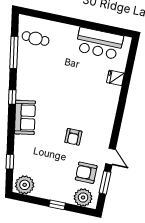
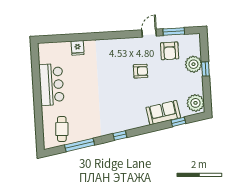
bar counter: (99, 43) -> (51, 85), moved
sofa: (25, 117) -> (163, 113), moved
plant: (83, 197) -> (193, 64), moved

